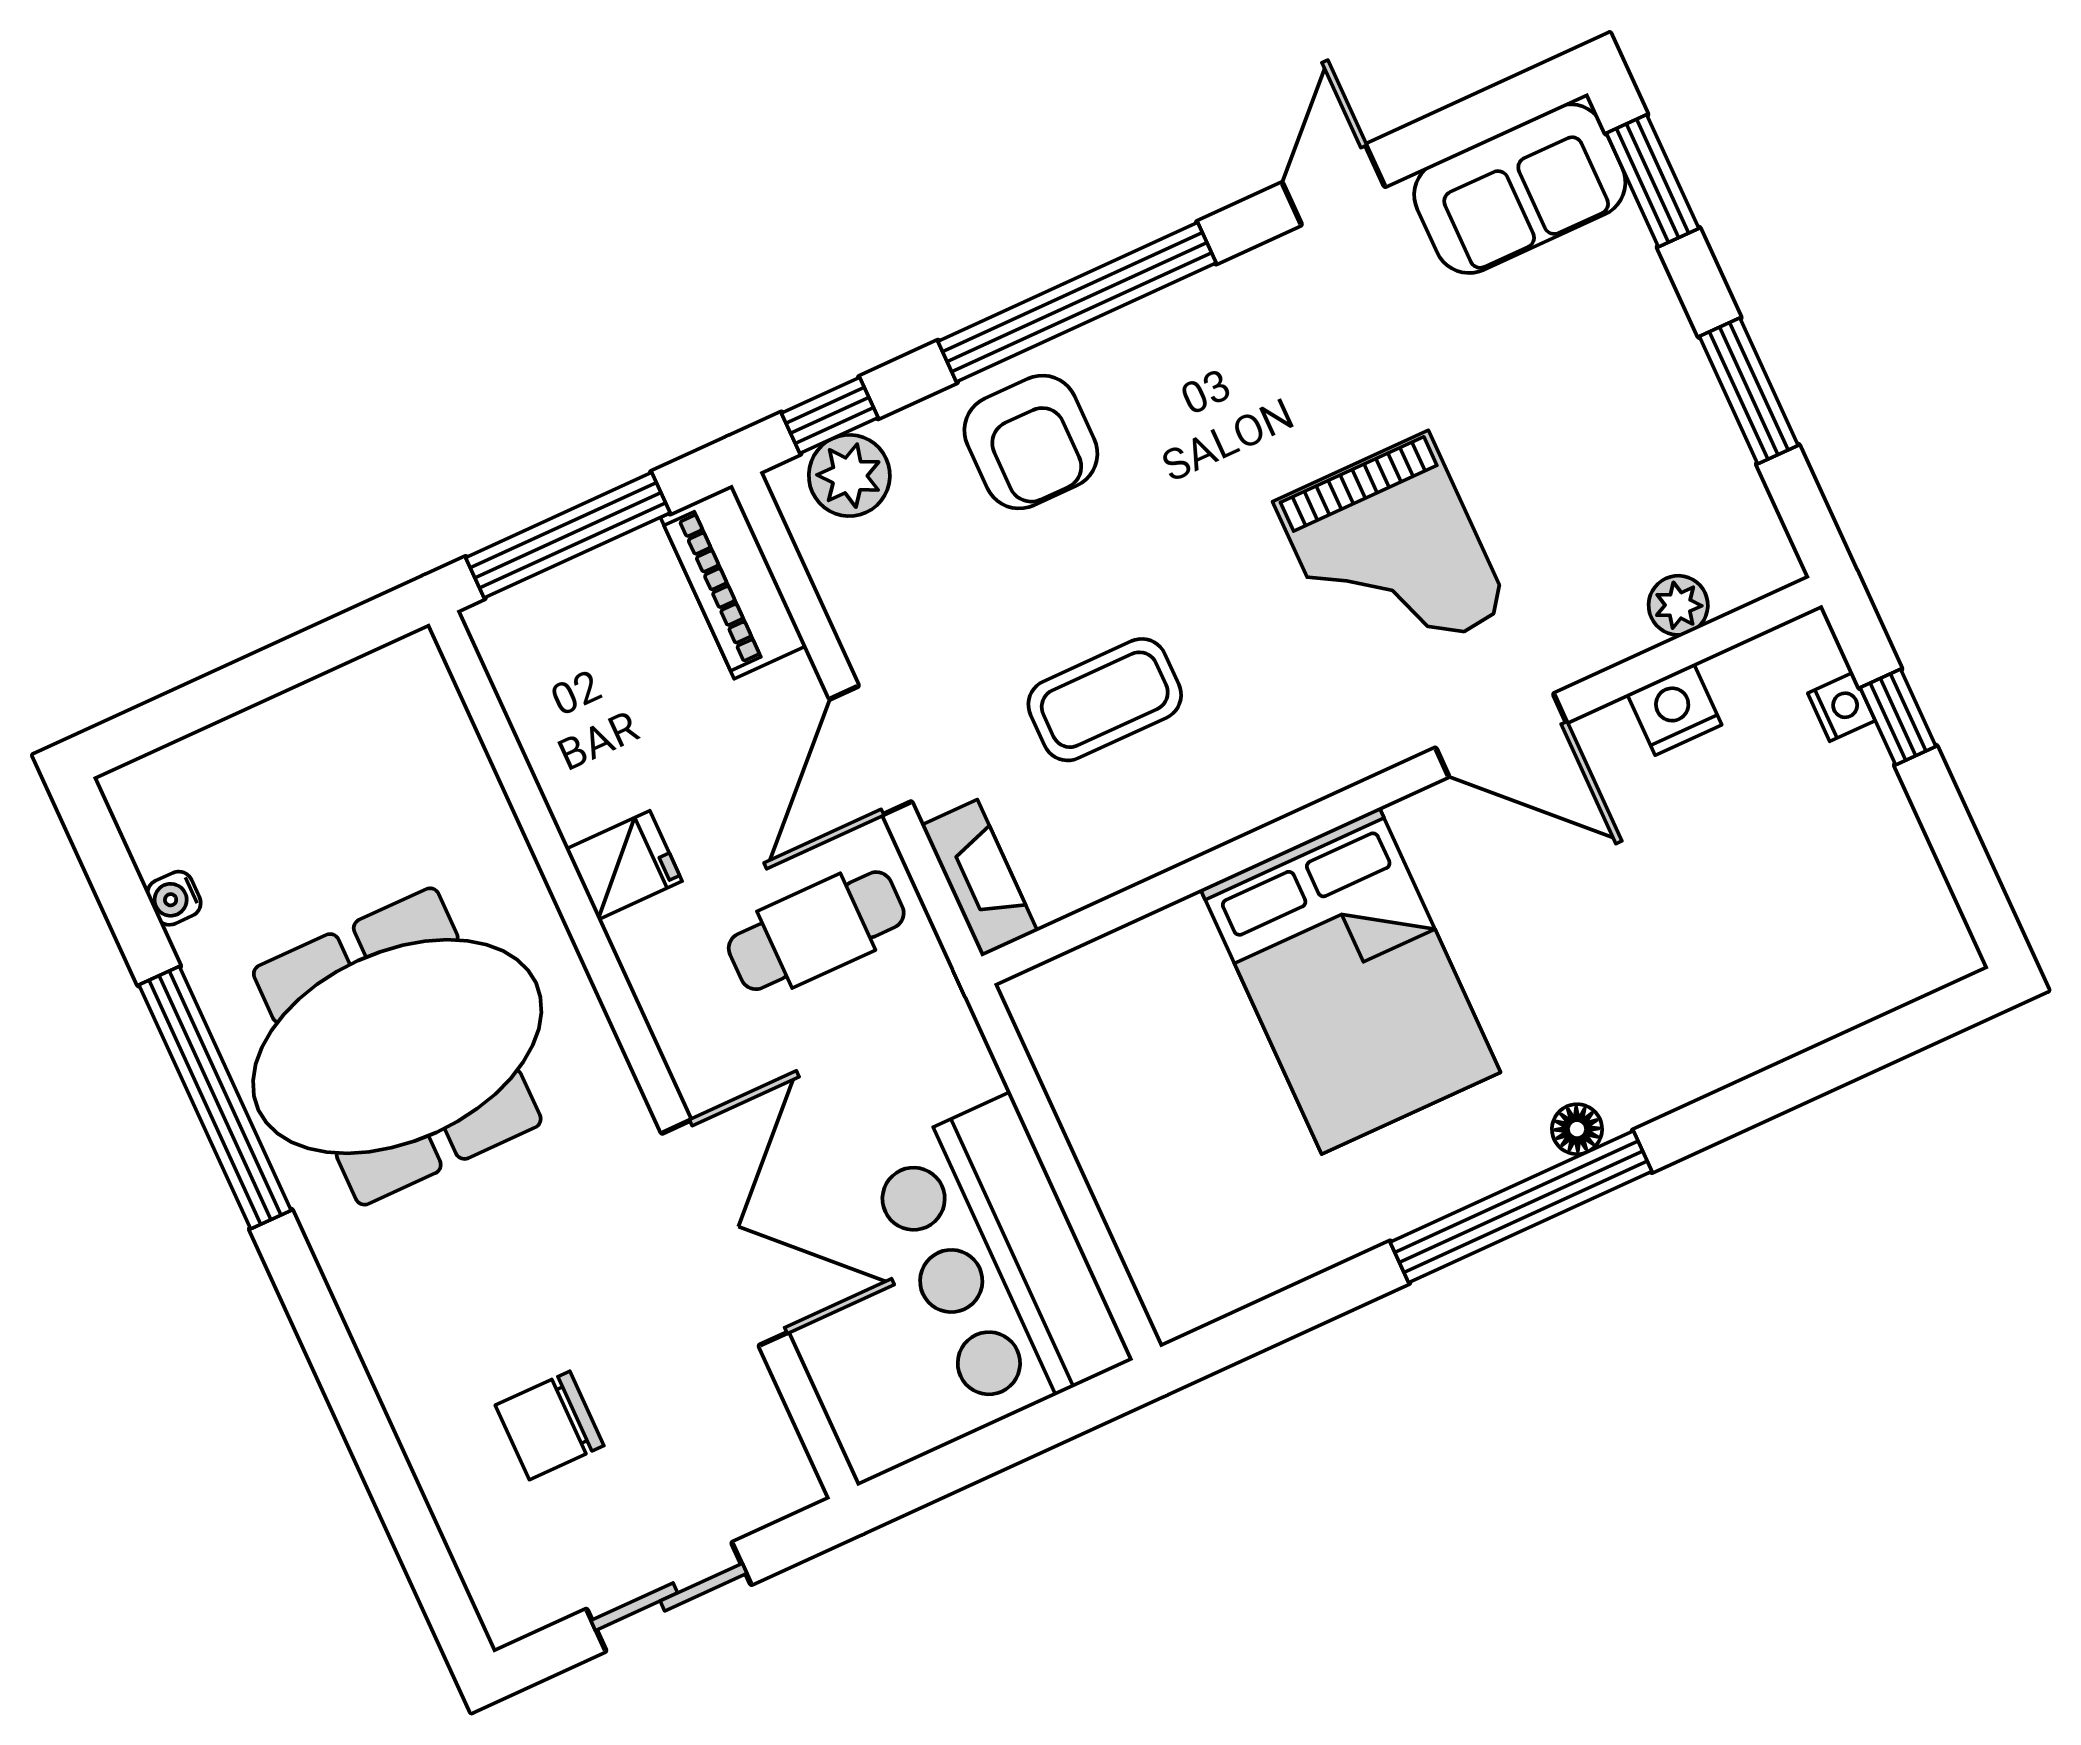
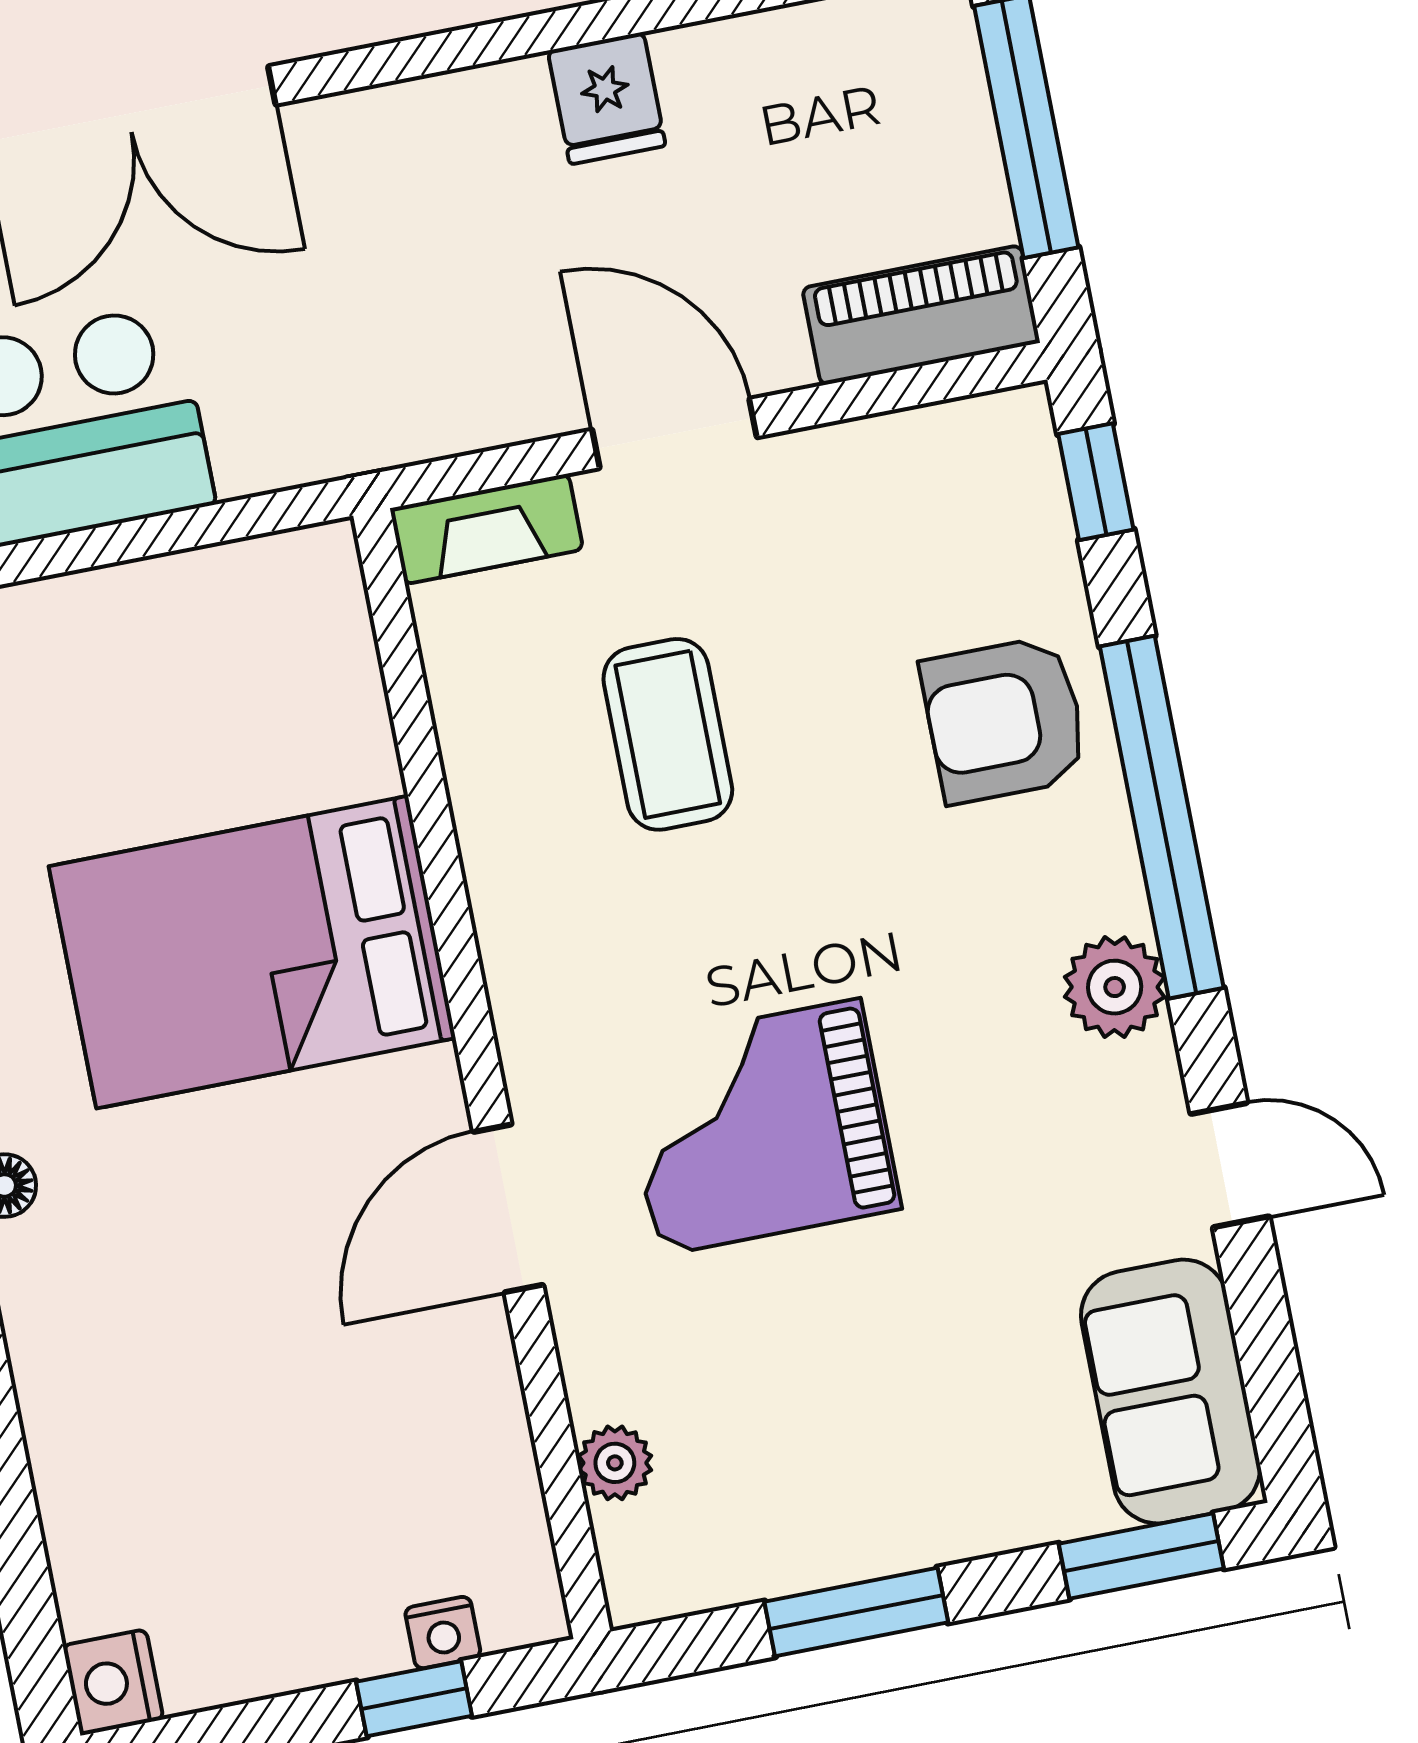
plant: (849, 475) -> (1115, 987), moved
nightstand: (1674, 709) -> (113, 1682), moved, turned 180
cafe table: (816, 931) -> (470, 314), removed

